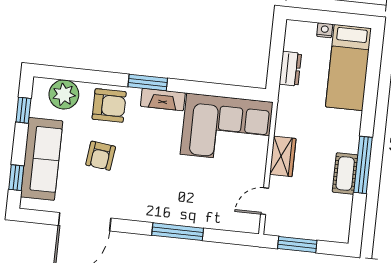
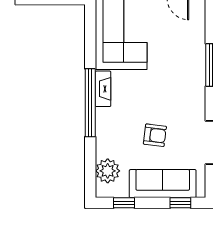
window: (148, 82) -> (90, 103), width x2.11
armchair: (109, 105) -> (113, 133), removed

